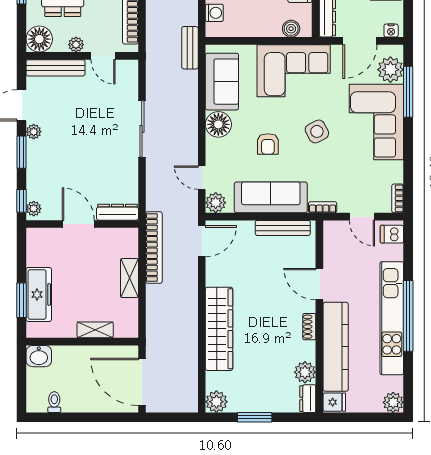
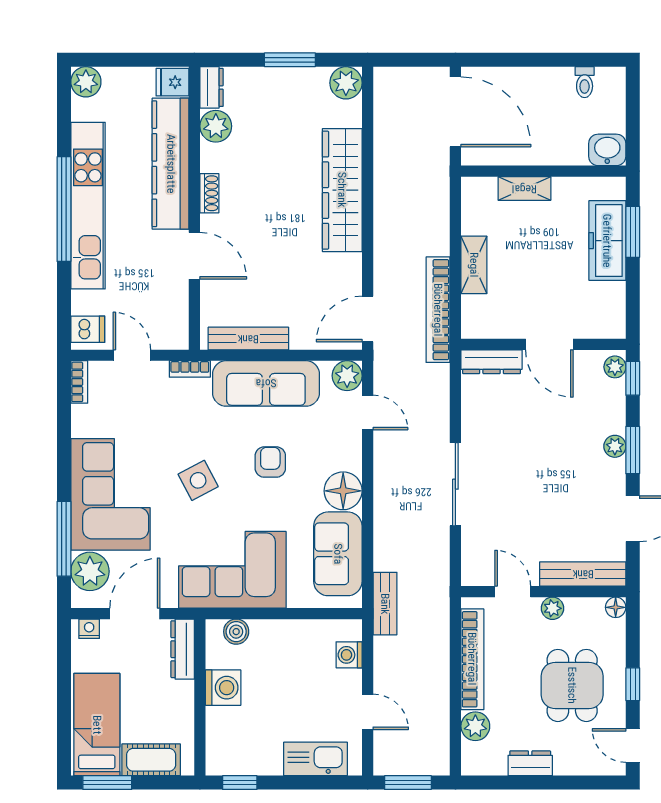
floor lamp: (39, 39) -> (616, 607), width x0.53, depth x0.53
plant: (34, 132) -> (615, 446), moved

